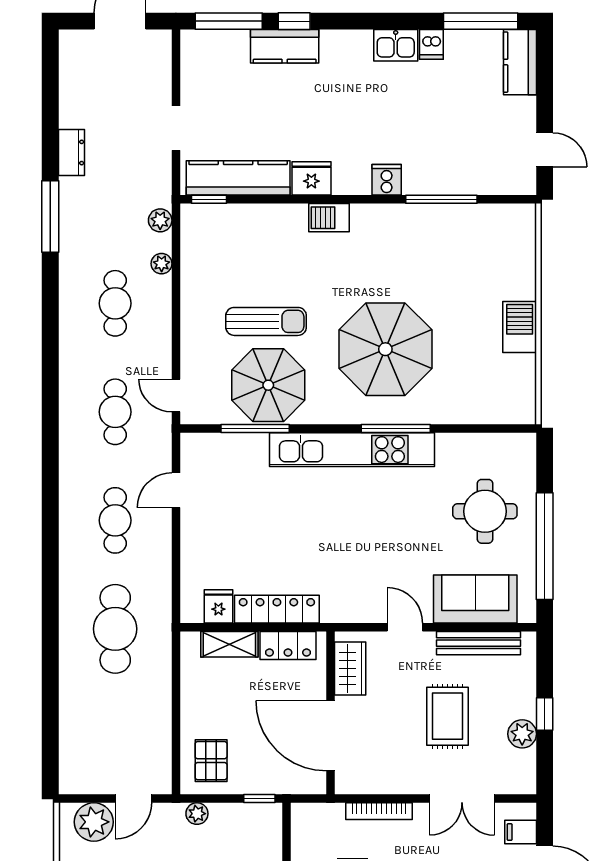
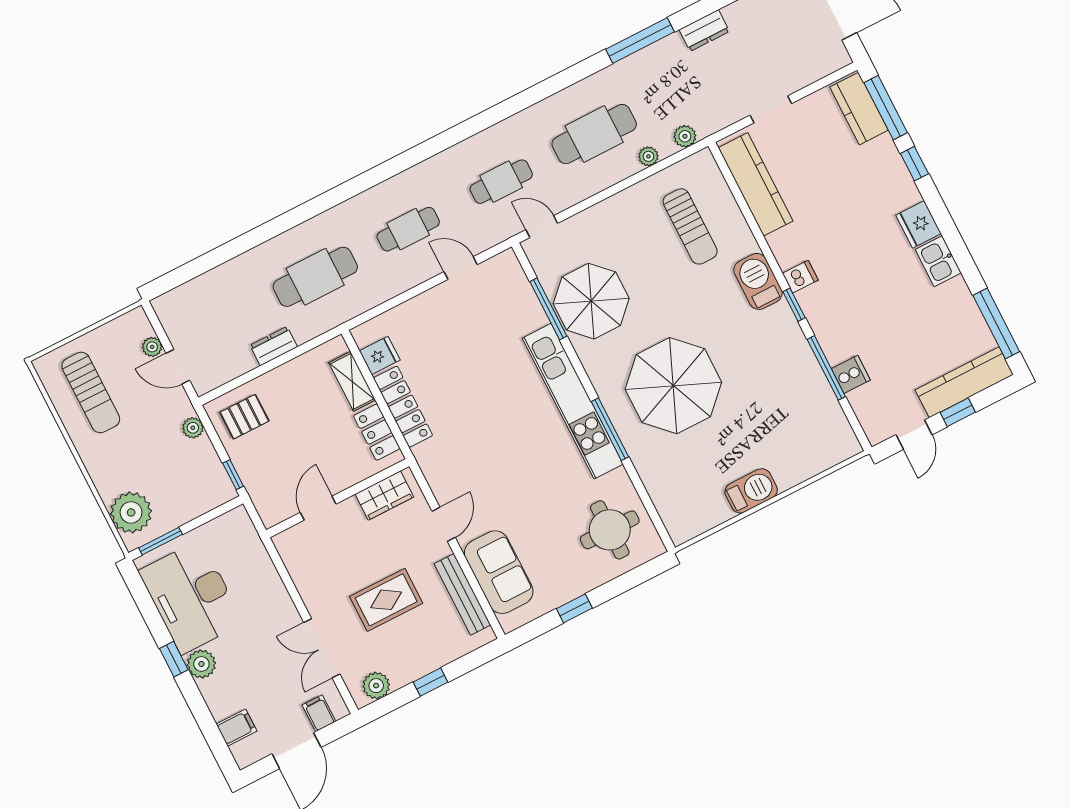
dishwasher: (431, 44) -> (800, 277), moved, turned 180
kitchen counter: (285, 46) -> (859, 109), moved
kitchen counter: (520, 62) -> (964, 382), width x1.50
window: (545, 99) -> (958, 412), added
fridge: (311, 178) -> (918, 224), moved, turned 180
cooker: (387, 180) -> (851, 374), moved
window: (209, 199) -> (794, 305), moved
barbecue: (329, 218) -> (758, 281), width x1.38, depth x1.27
cafe table: (115, 303) -> (594, 134), width x1.37, depth x1.35
sun lounger: (266, 321) -> (690, 226), moved
door: (176, 396) -> (542, 227), hinge flipped
round table: (485, 511) -> (610, 530), moved
window: (545, 546) -> (574, 608), width x0.32
dresser: (160, 700) -> (274, 346), added
plant: (522, 734) -> (376, 686), moved
door: (331, 736) -> (318, 508), width x0.53
bookcase: (379, 811) -> (275, 583), removed
plant: (94, 822) -> (152, 347), width x0.53, depth x0.53

